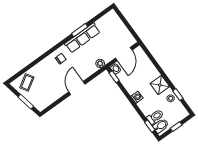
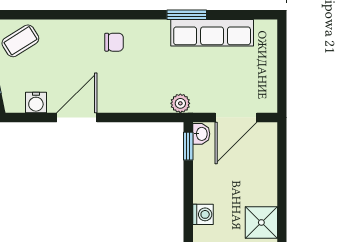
row of seats: (82, 38) -> (212, 33), moved
door: (77, 88) -> (77, 117), moved
water cooler: (48, 100) -> (36, 103), added

